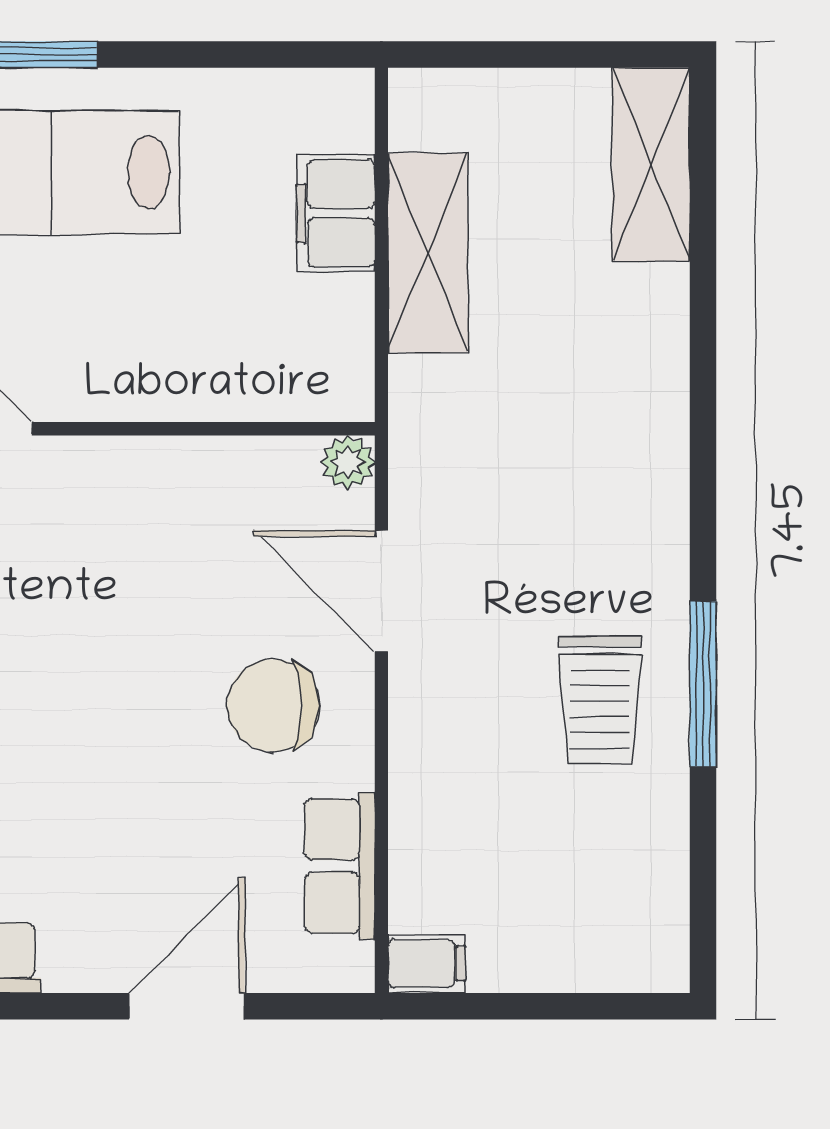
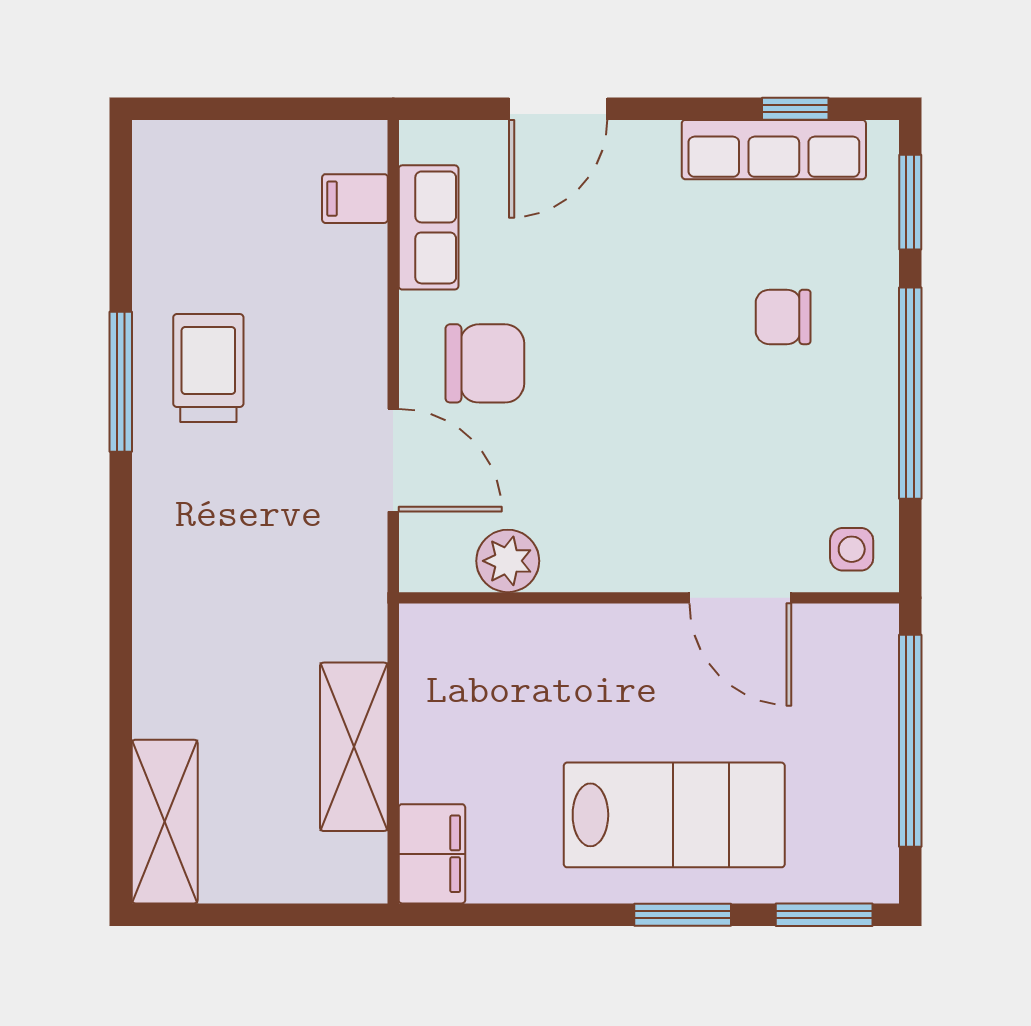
filing cabinet: (336, 213) -> (432, 854), moved
plant: (348, 462) -> (508, 561), moved, width x1.38, depth x1.38
filing cabinet: (427, 963) -> (355, 199), moved

